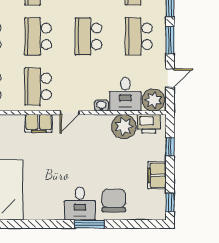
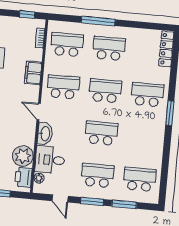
plant: (153, 100) -> (39, 178), width x0.53, depth x0.53
washbasin: (101, 106) -> (45, 134), width x1.91, depth x1.45
filing cabinet: (39, 123) -> (33, 73), moved

